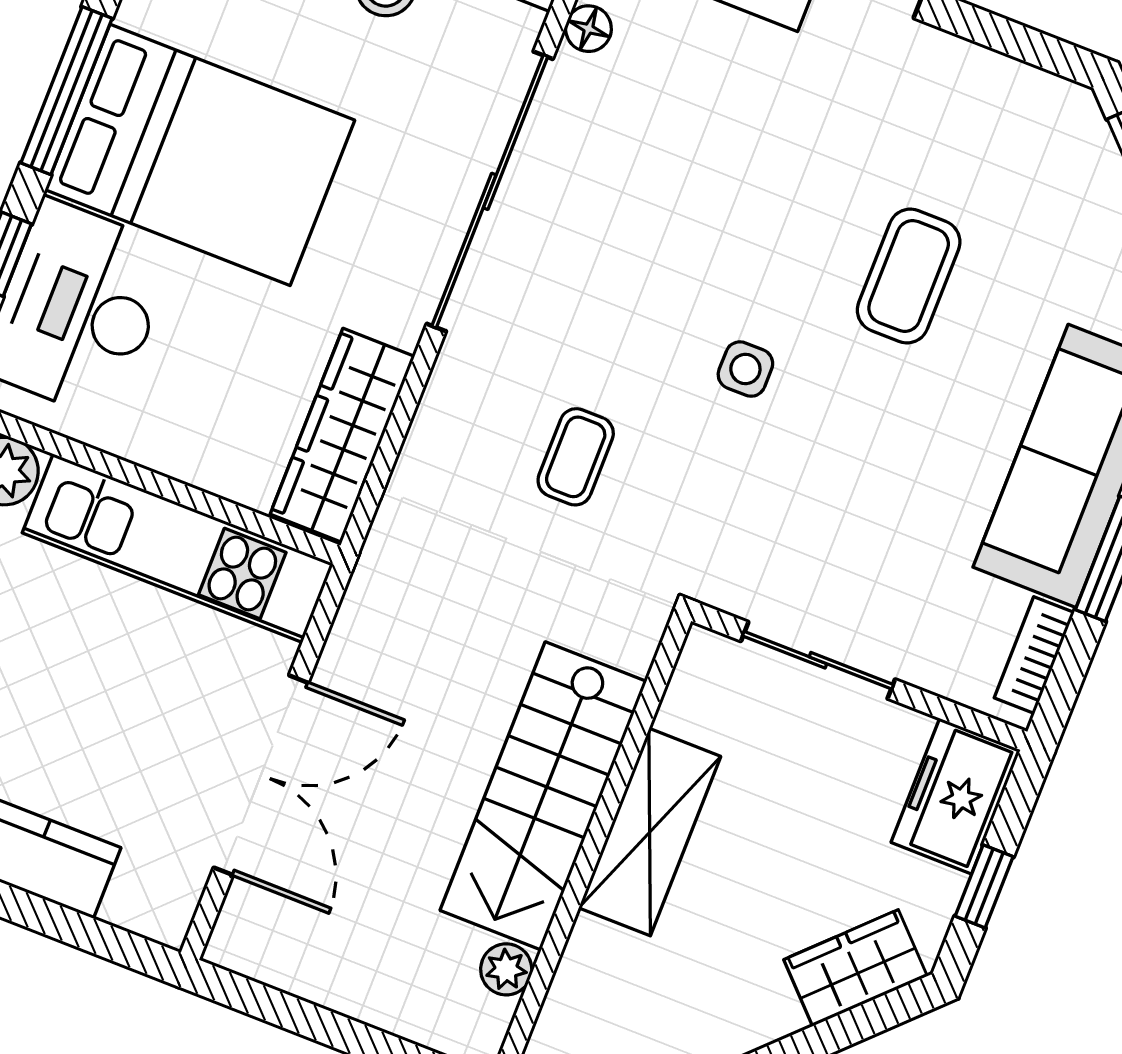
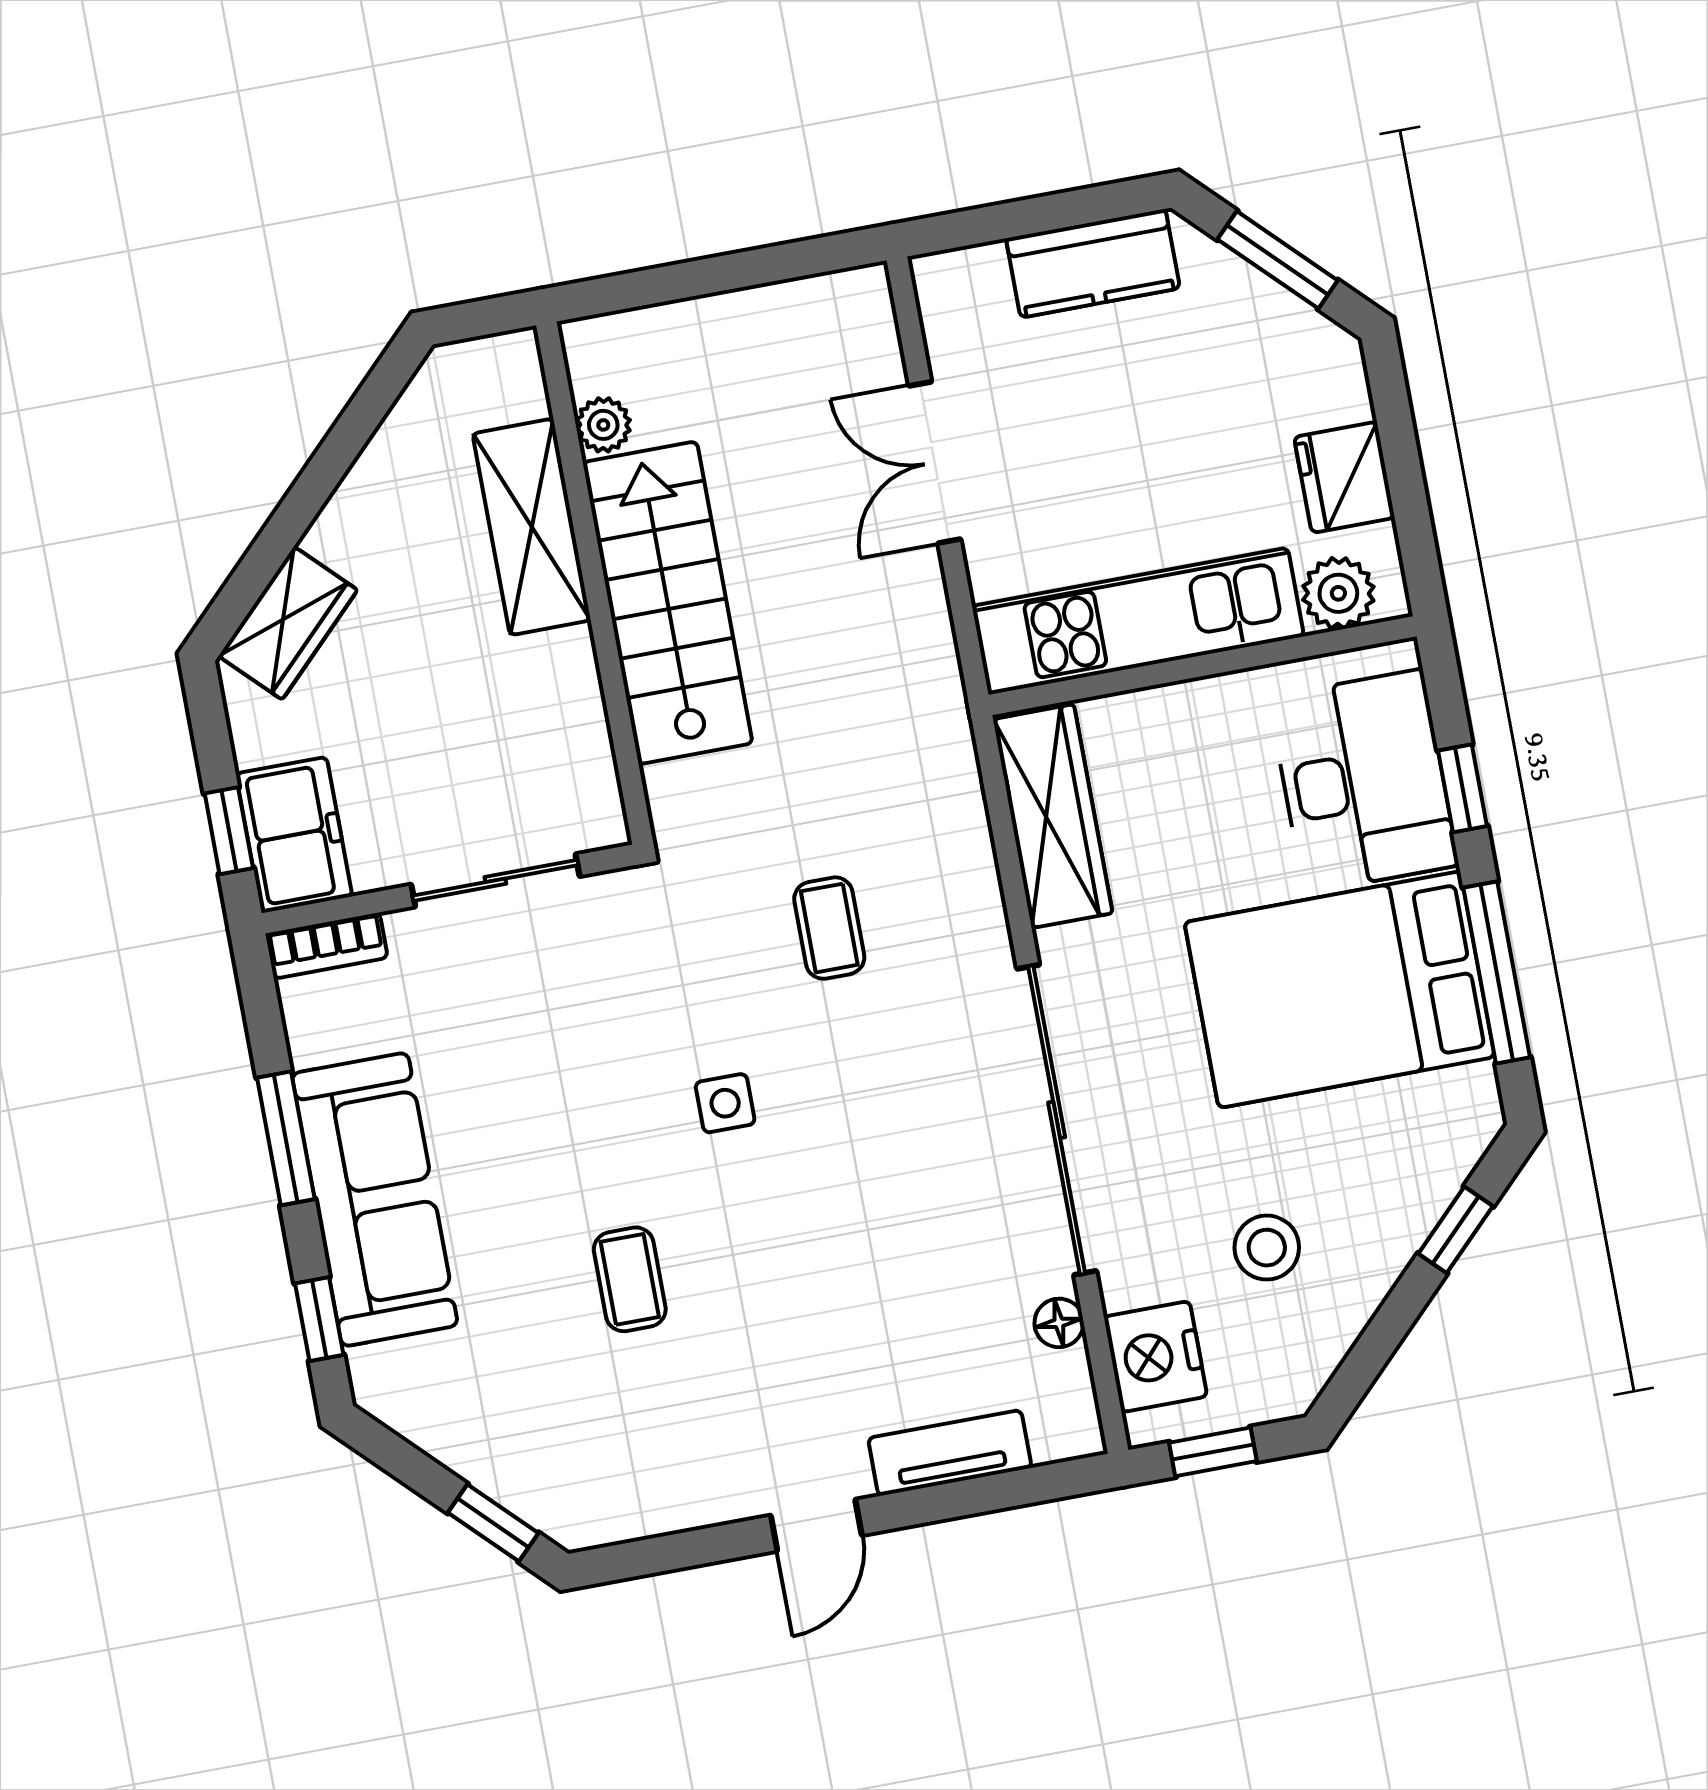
coffee table: (909, 276) -> (630, 1279), width x0.73, depth x0.77
bookcase: (1034, 655) -> (327, 946), moved, turned 90
double door: (261, 775) -> (935, 462), width x0.73
shelving: (650, 832) -> (532, 527), moved
window: (984, 886) -> (229, 831), moved

